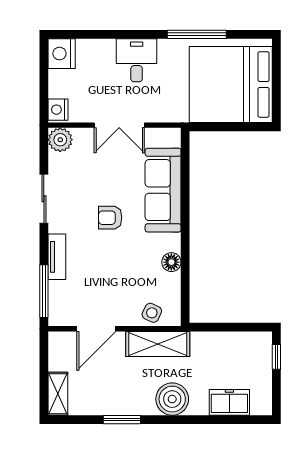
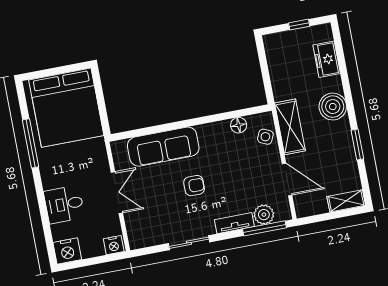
desk: (137, 60) -> (64, 204), moved
plant: (60, 140) -> (264, 215), moved
armchair: (110, 218) -> (194, 186), turned -90
floor lamp: (171, 262) -> (239, 125), moved
window: (276, 357) -> (299, 25), moved

